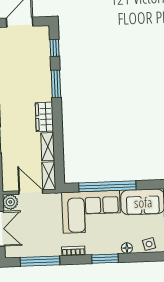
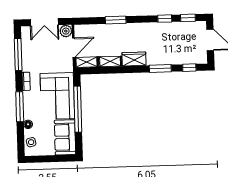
window: (105, 259) -> (20, 107), width x1.44

